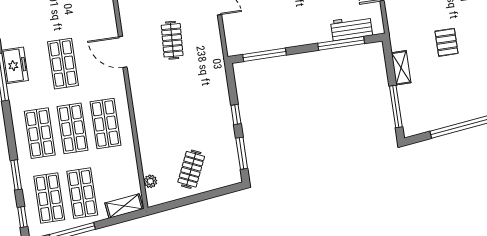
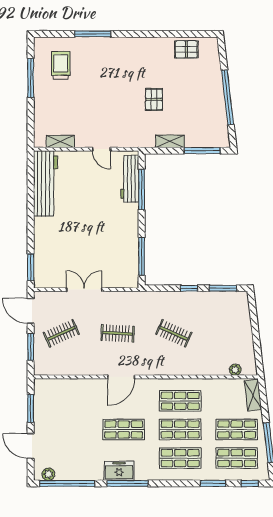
workbench: (351, 28) -> (130, 179), width x1.37
pallet: (447, 42) -> (154, 99), turned 90
clothes rail: (191, 169) -> (174, 333), moved

